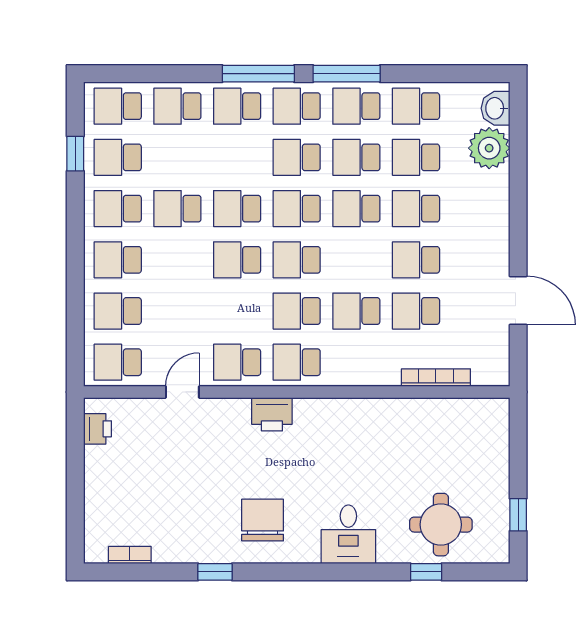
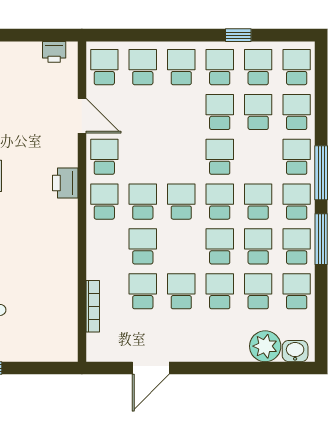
window: (75, 154) -> (238, 35), moved
school desk: (237, 260) -> (258, 112), moved
door: (182, 392) -> (82, 116), width x1.38

